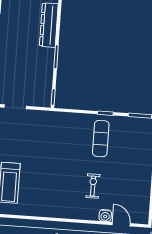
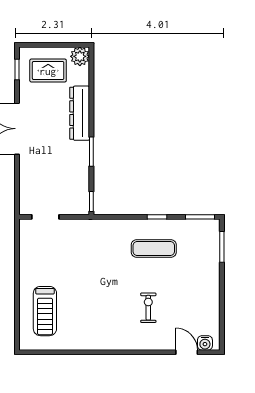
exercise mat: (101, 139) -> (154, 248), turned 90
water cooler: (105, 216) -> (205, 343), moved

